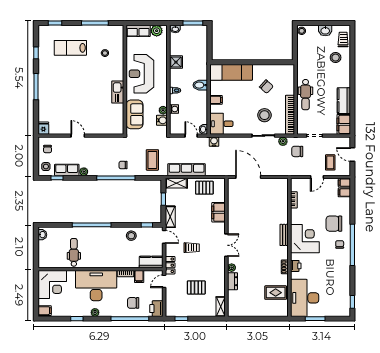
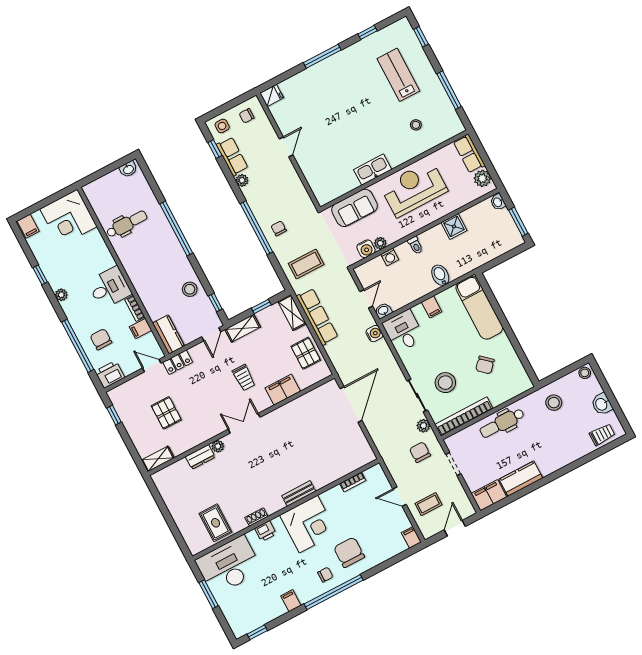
stool: (336, 58) -> (554, 403), moved
filing cabinet: (344, 192) -> (291, 601), moved
double door: (226, 245) -> (244, 423), swing flipped
trolley: (192, 248) -> (244, 378), moved
desk: (96, 286) -> (109, 288), width x0.53, depth x0.77

